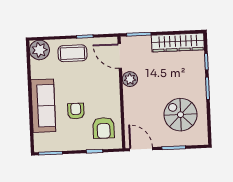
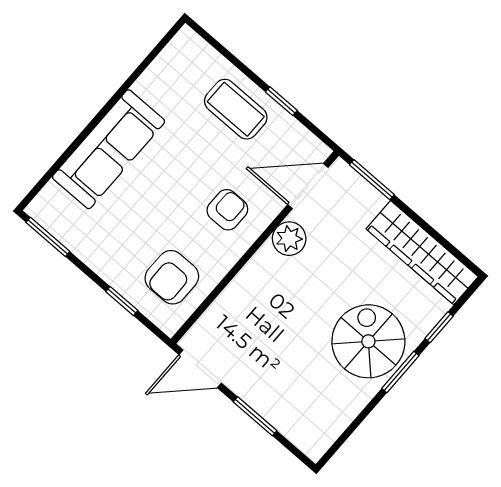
plant: (39, 50) -> (187, 54), removed
door: (120, 56) -> (308, 186), hinge flipped
armchair: (76, 111) -> (227, 210), moved
spiral stairs: (181, 115) -> (368, 341), moved
door: (141, 149) -> (200, 369), swing flipped

